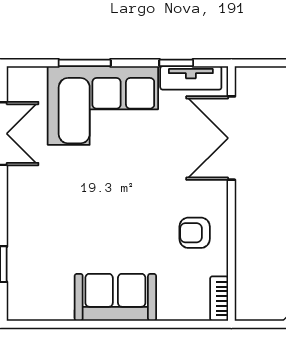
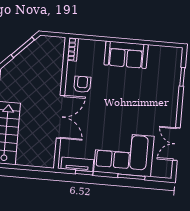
double door: (231, 138) -> (60, 117), moved
armchair: (195, 233) -> (82, 84), turned -90

